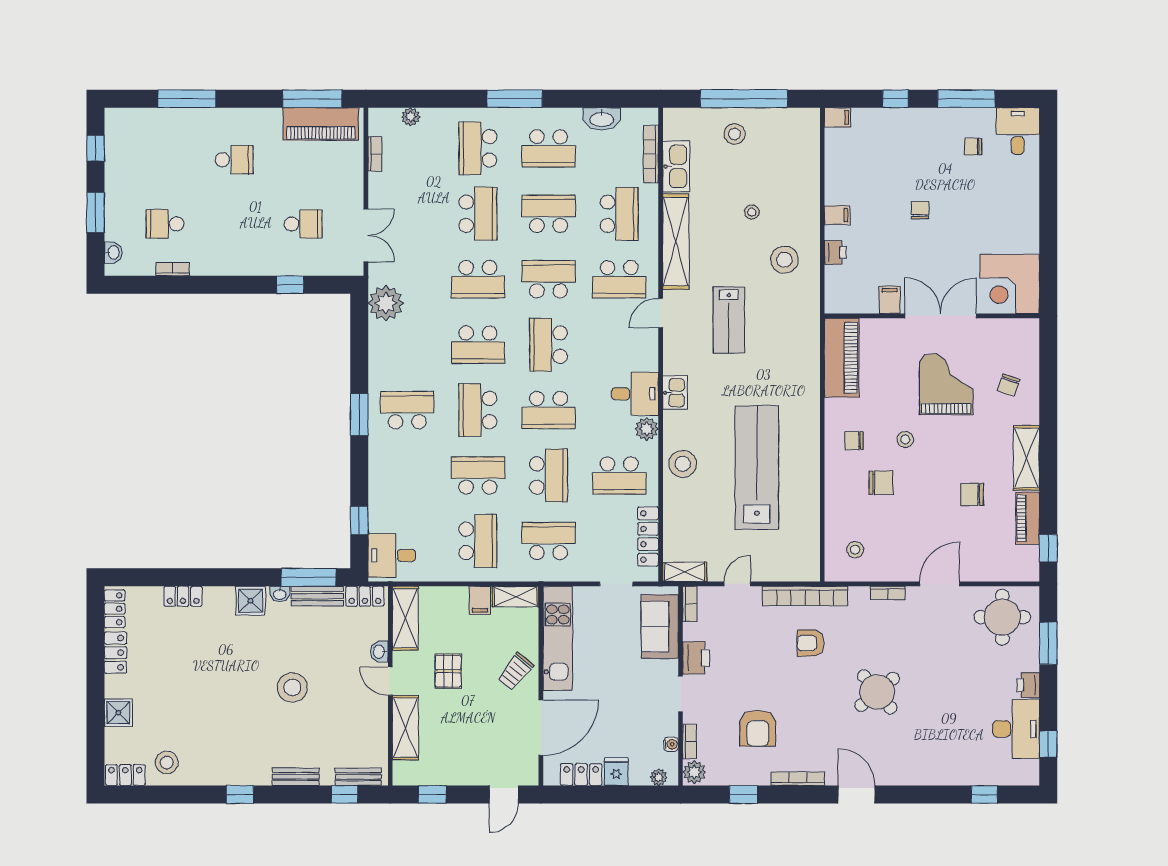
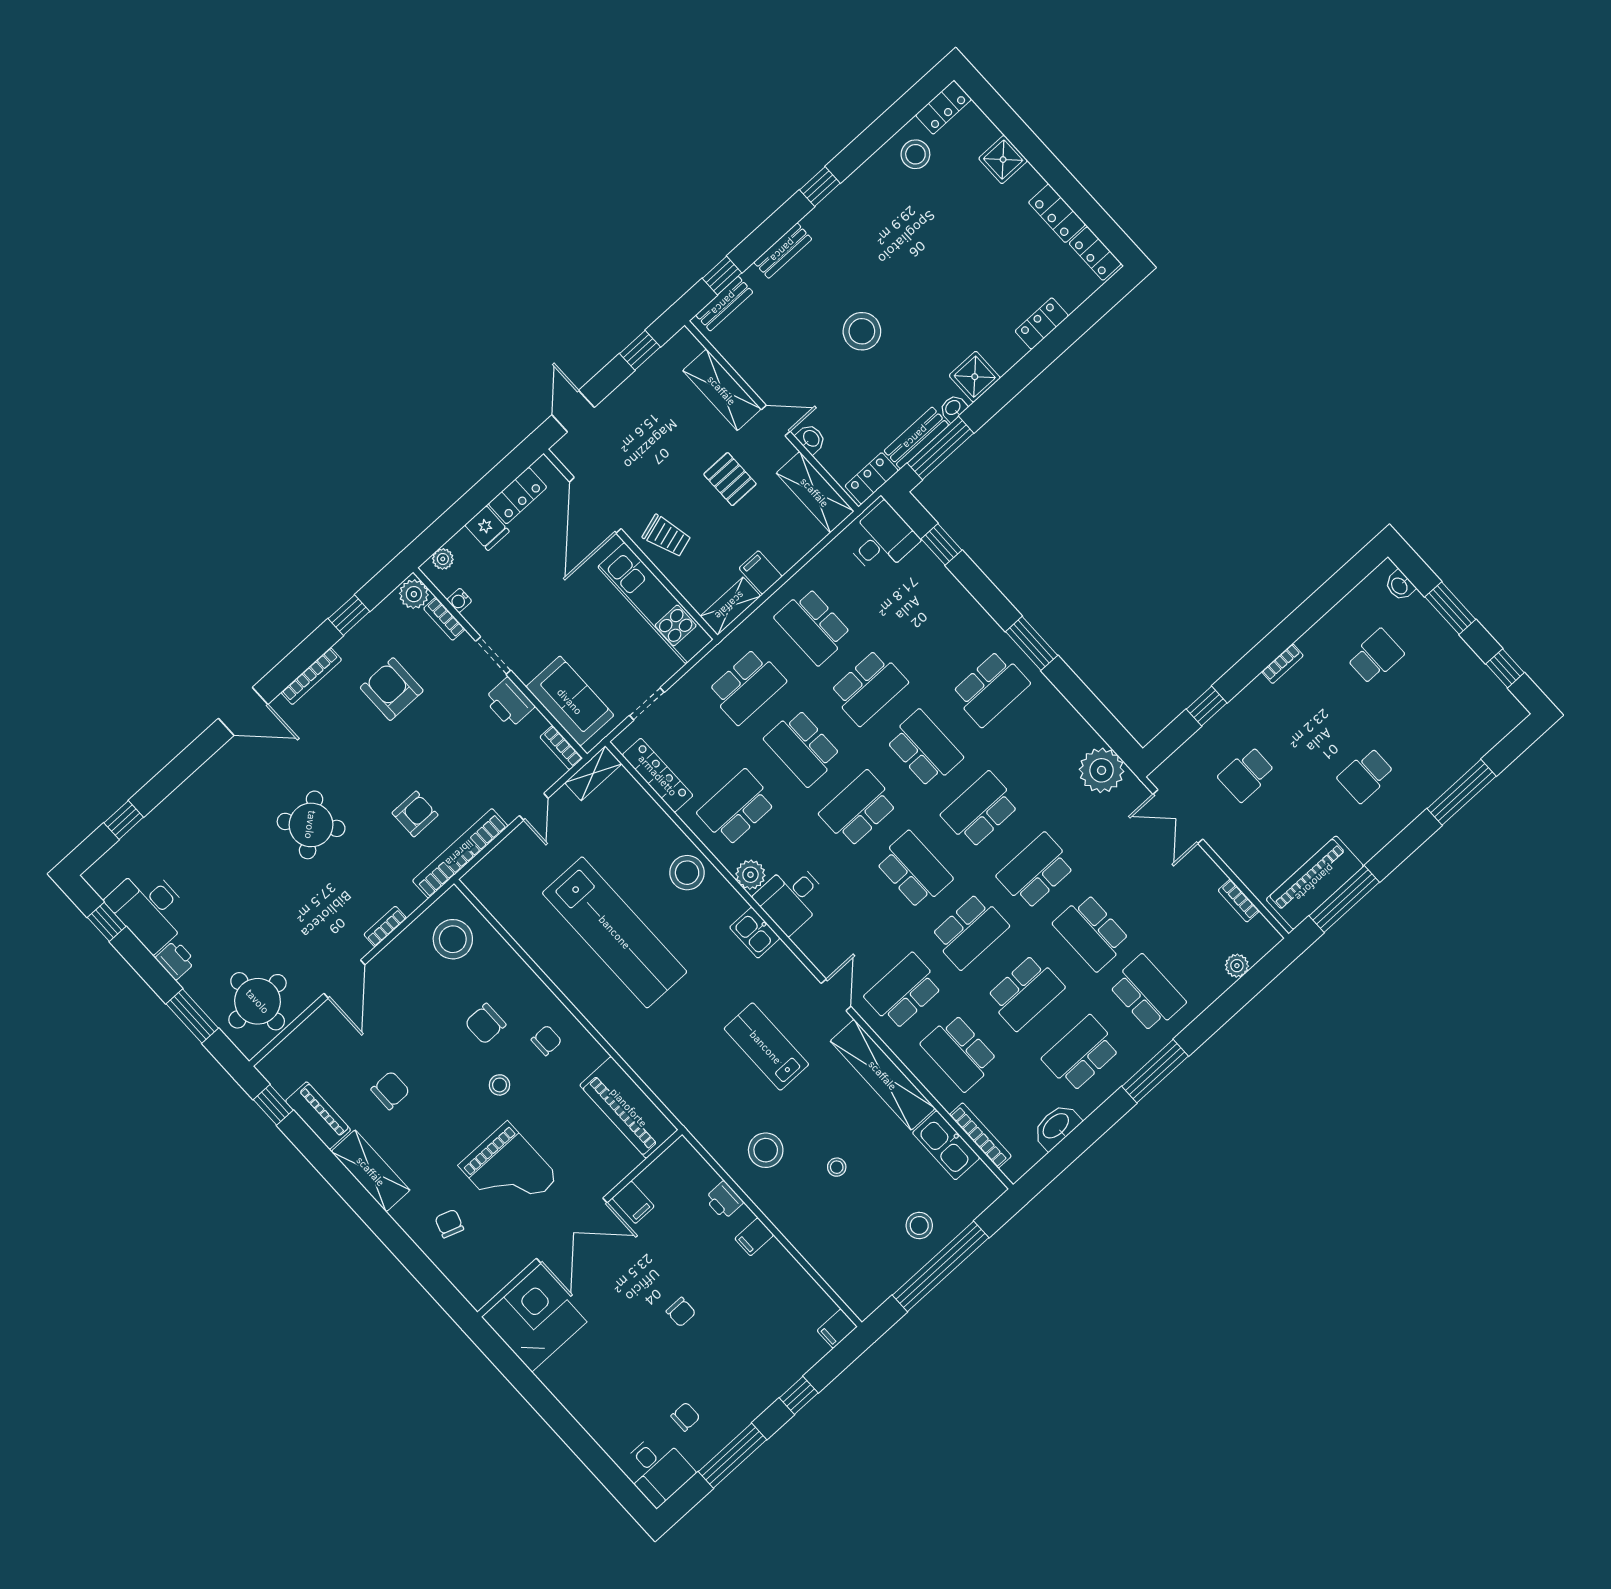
bookcase: (173, 269) -> (1282, 664), moved
stool: (855, 550) -> (453, 939), width x1.89, depth x1.89
trolley: (516, 672) -> (667, 536), turned 124

